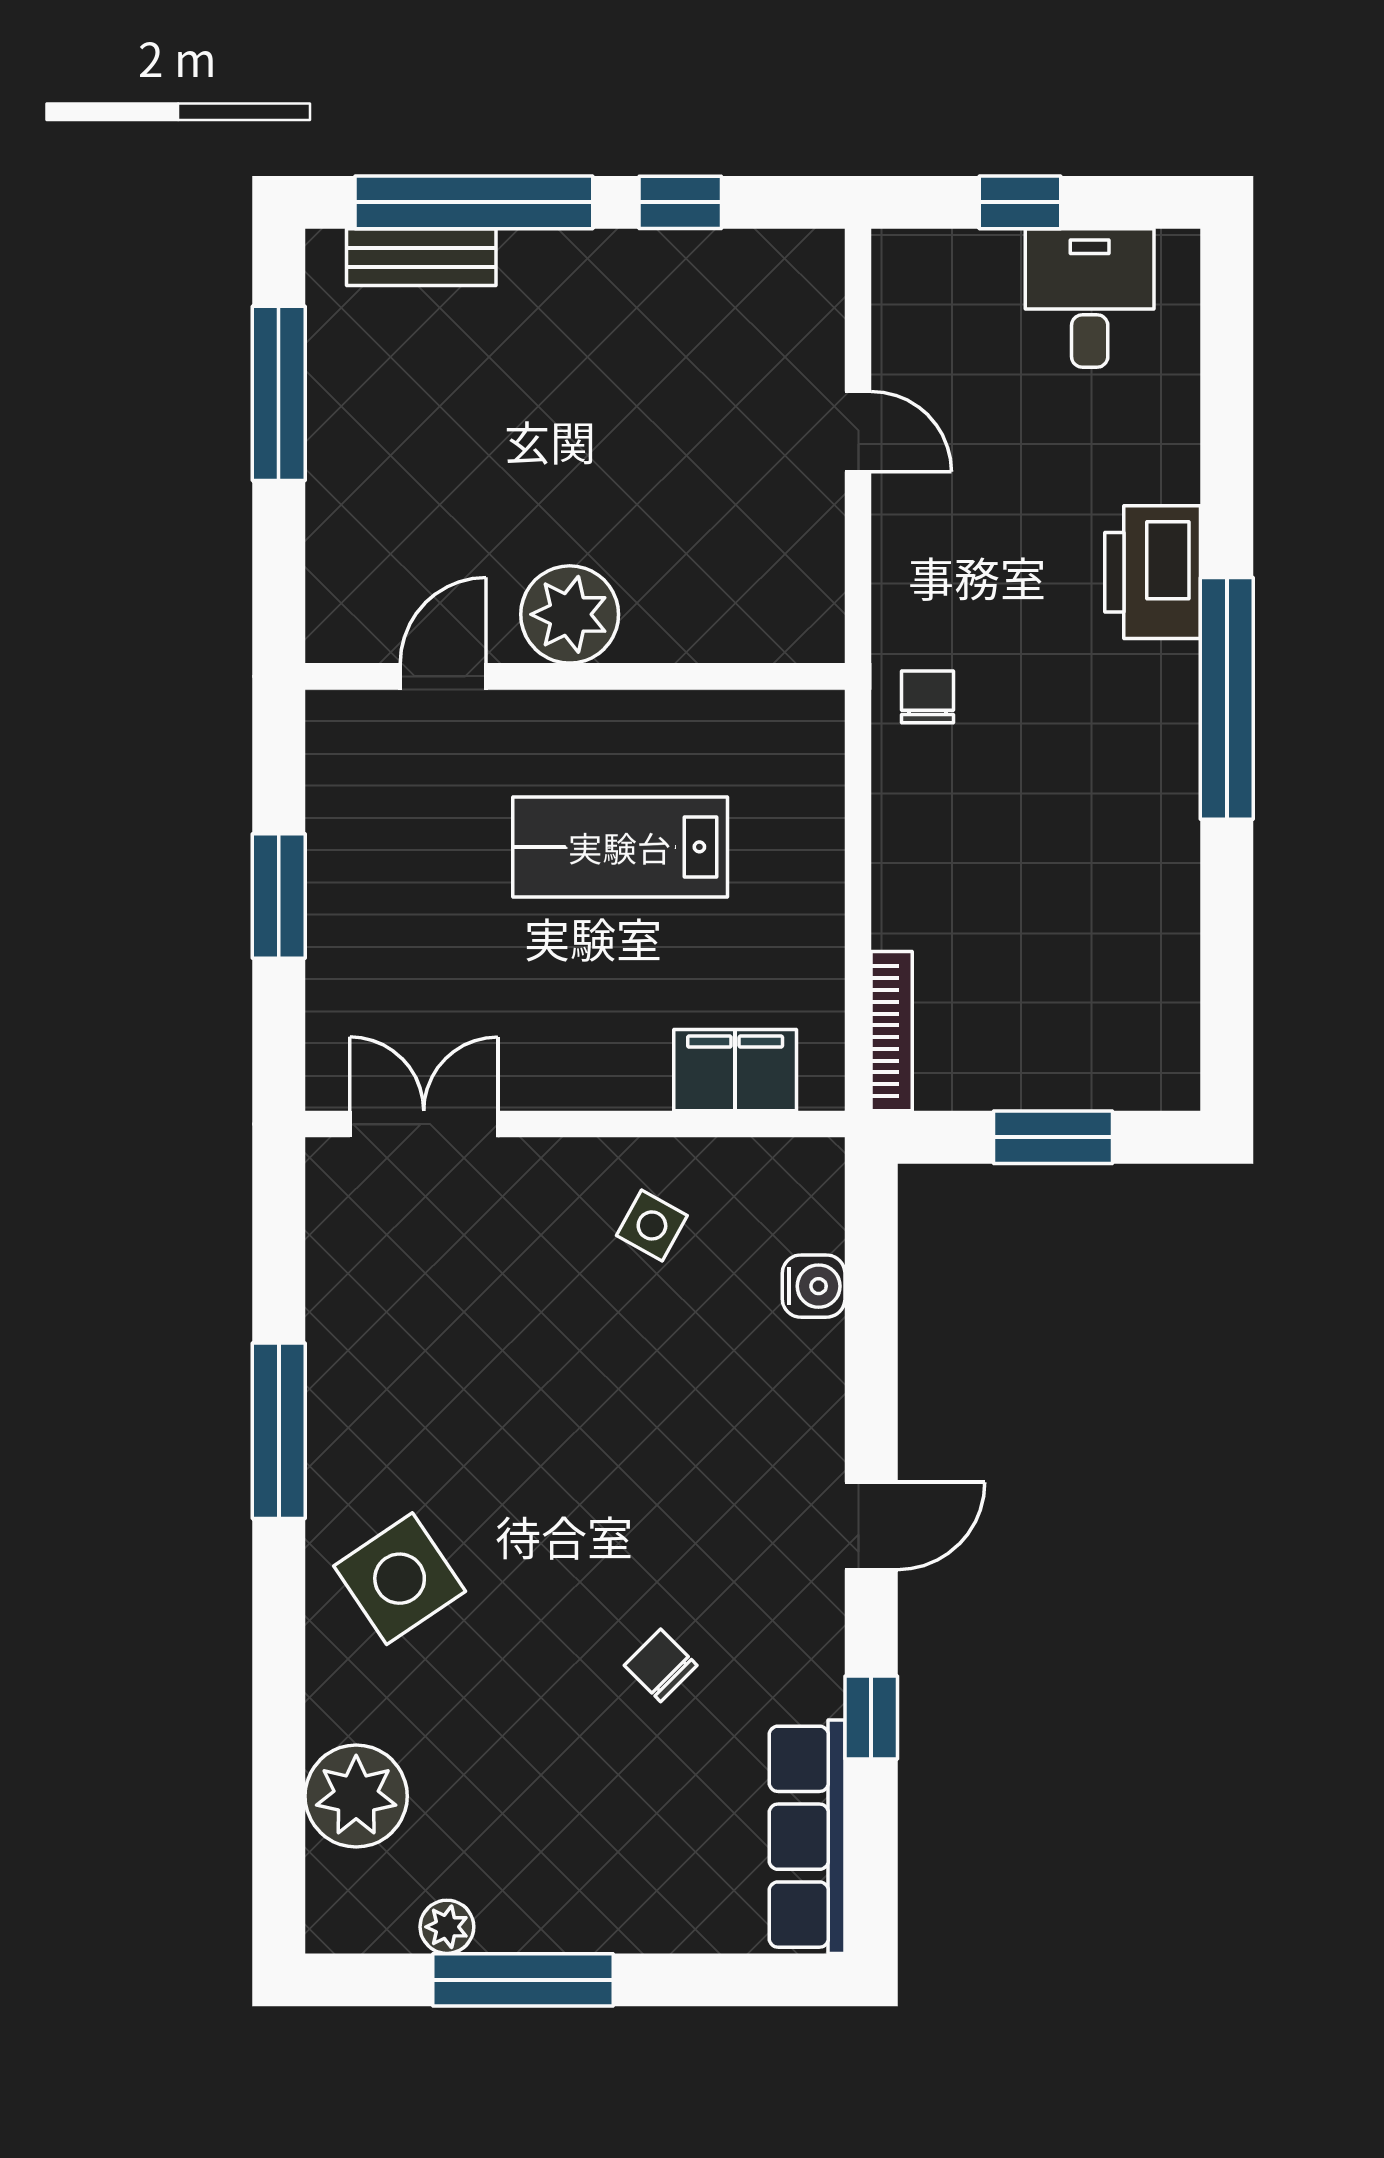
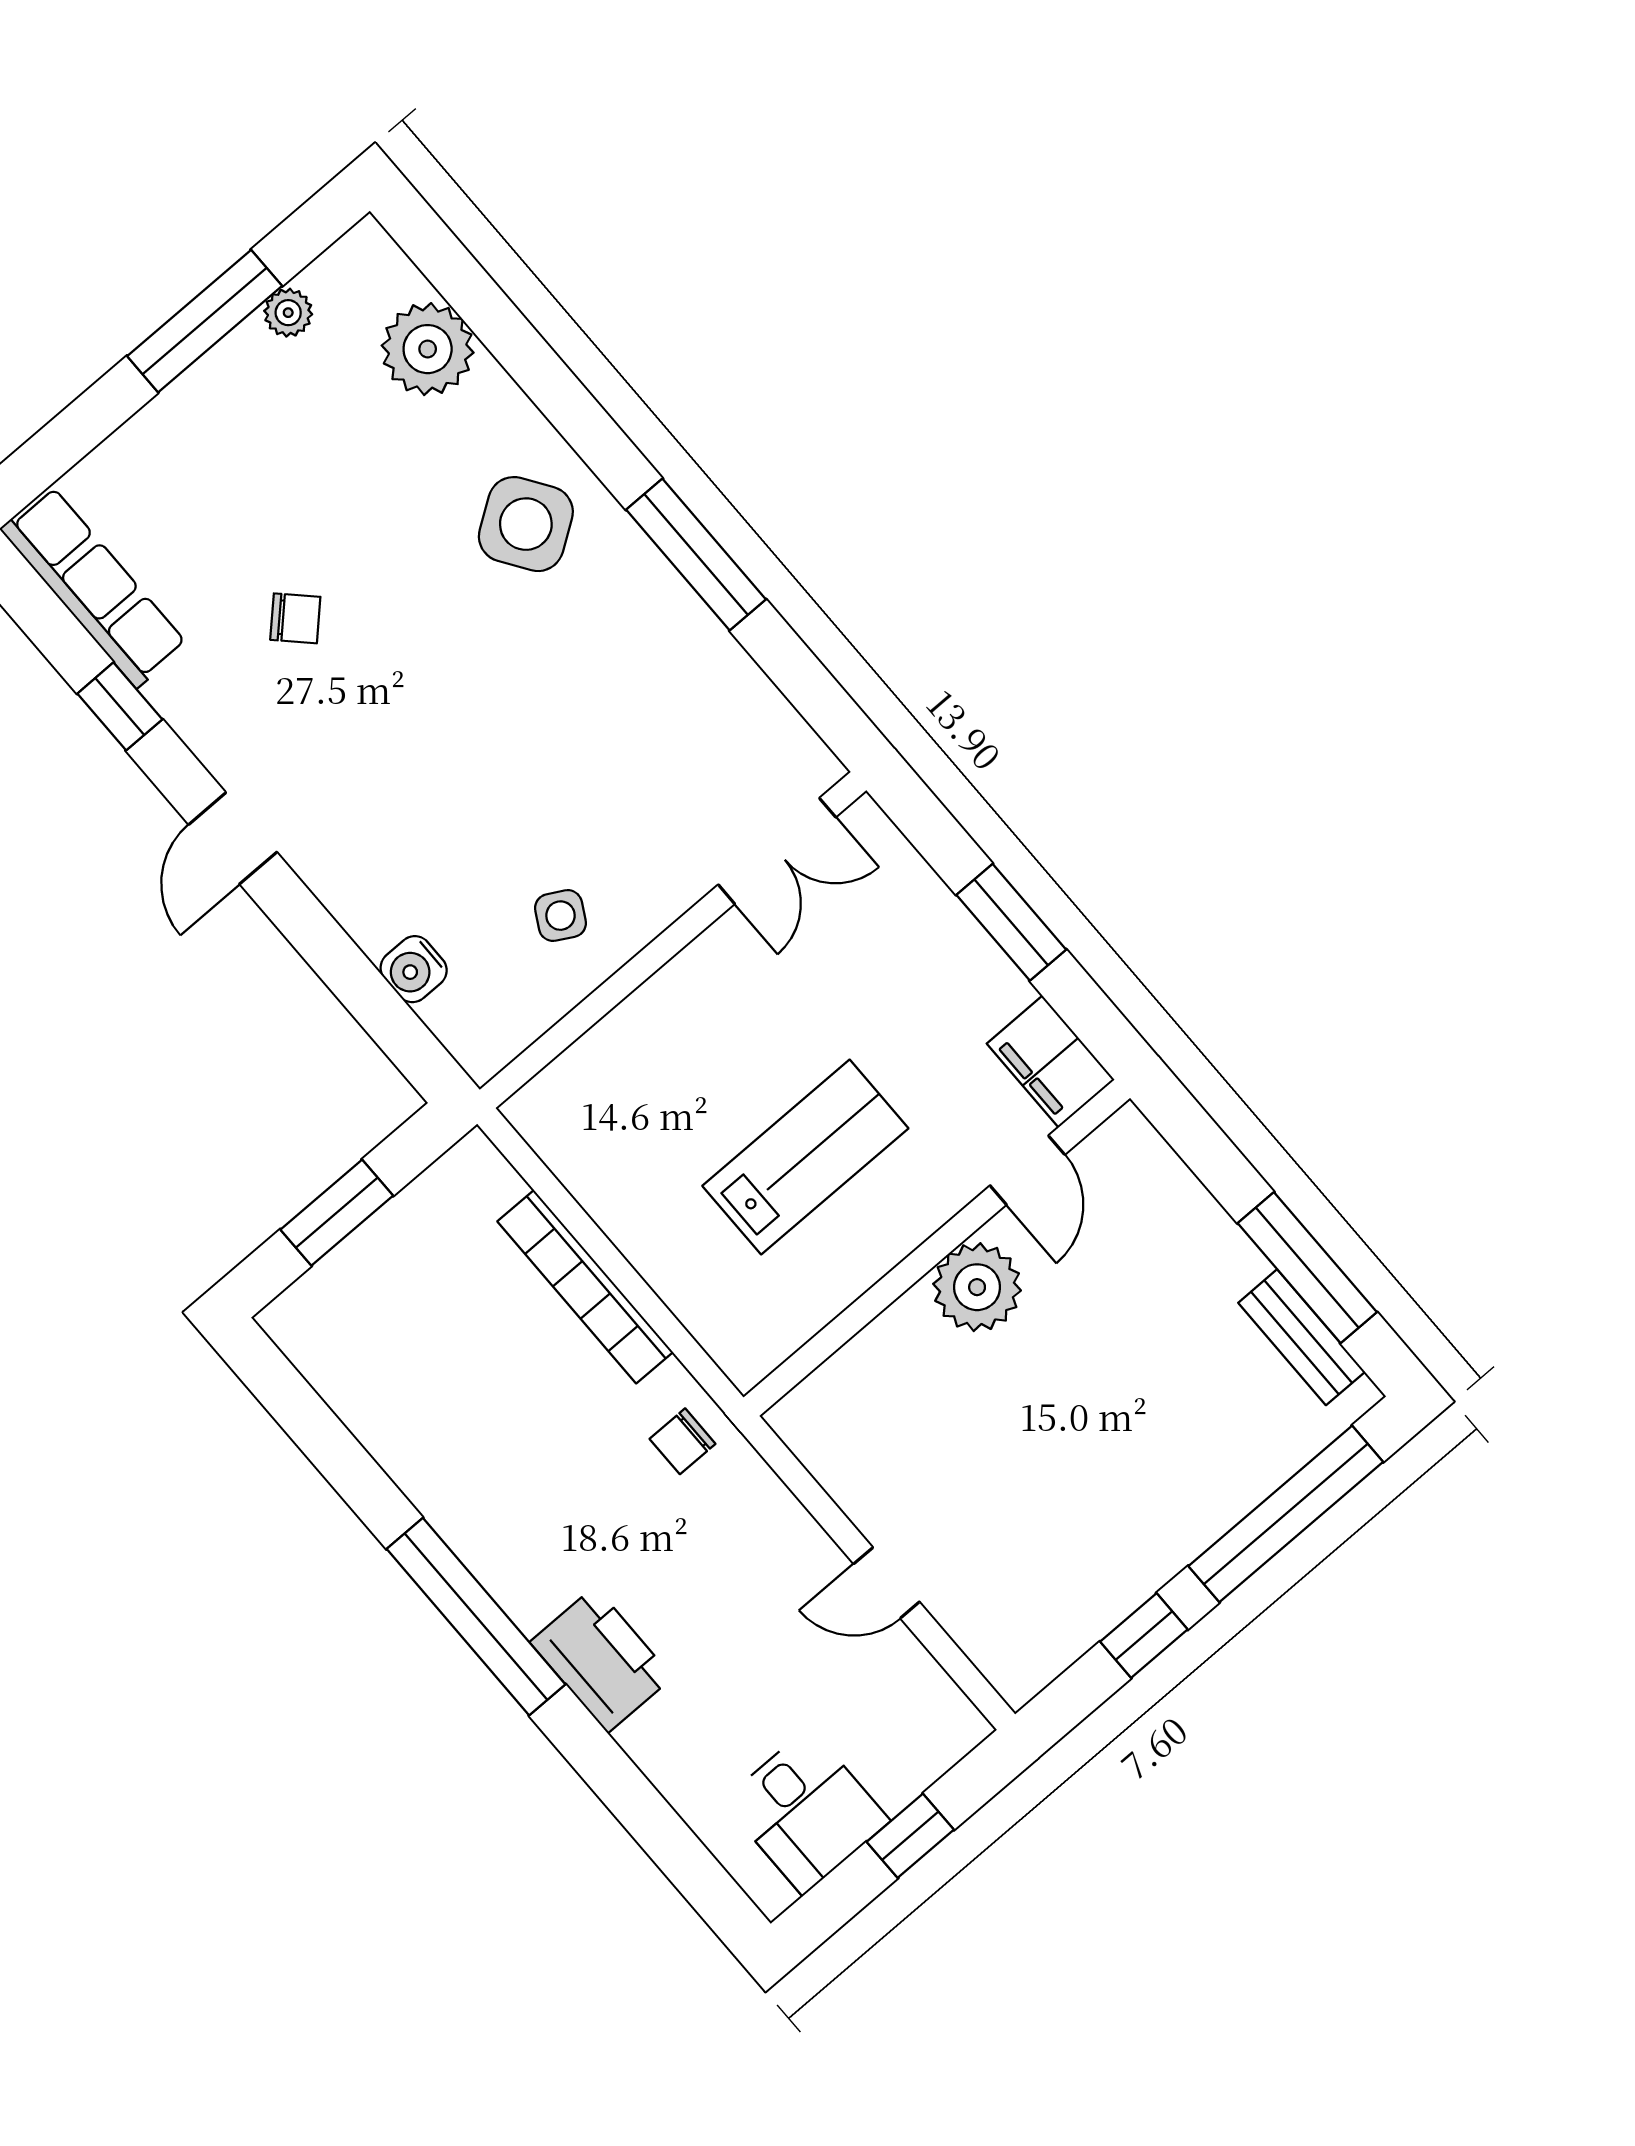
bench: (421, 257) -> (1302, 1337), moved, turned 90
chair: (927, 697) -> (683, 1441), turned 90
bookcase: (892, 1031) -> (585, 1287), moved, width x1.48, depth x1.31
filing cabinet: (735, 1070) -> (1051, 1062), moved, turned 90

